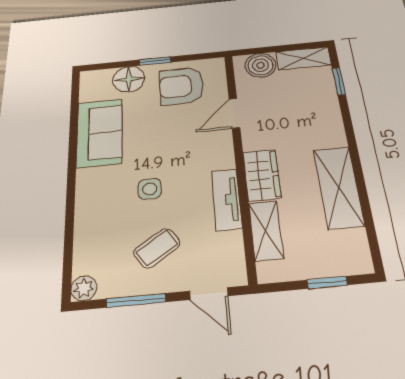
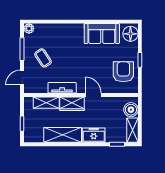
floor lamp: (129, 79) -> (130, 34), moved
door: (234, 113) -> (93, 95), moved
freezer: (327, 125) -> (94, 135), added
side table: (150, 189) -> (71, 56), removed

